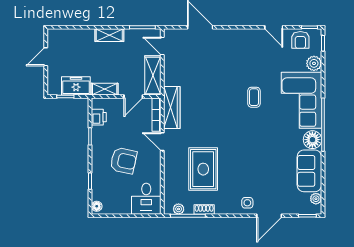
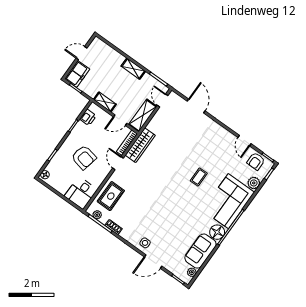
freezer: (76, 86) -> (77, 74), moved, turned 90
rug: (203, 169) -> (111, 196), moved, width x0.73, depth x0.70

